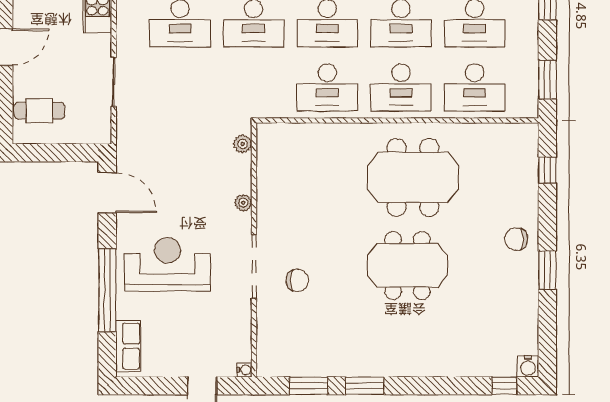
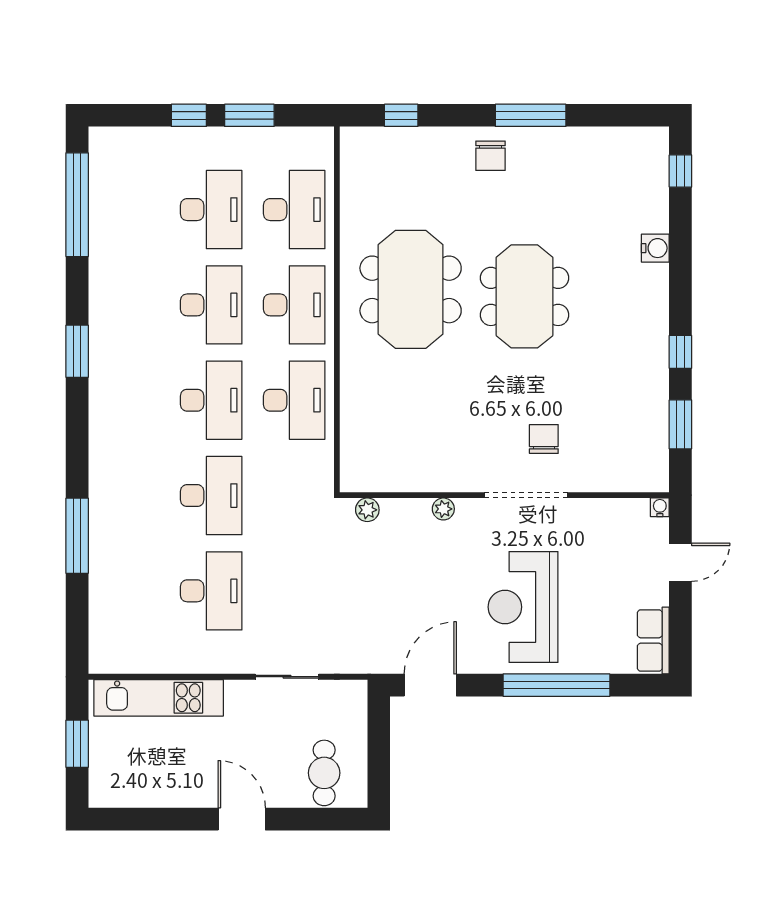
window: (547, 80) -> (249, 115), moved
window: (547, 270) -> (531, 115), width x1.44
row of seats: (128, 346) -> (653, 641), moved, turned -90
water cooler: (528, 366) -> (655, 248), moved
window: (365, 386) -> (680, 352), width x0.67

